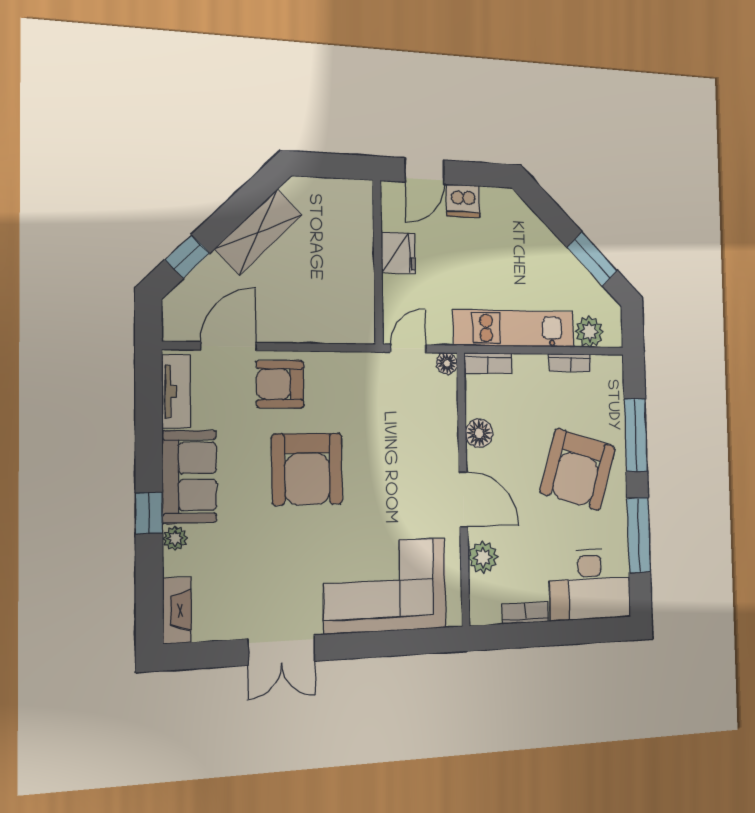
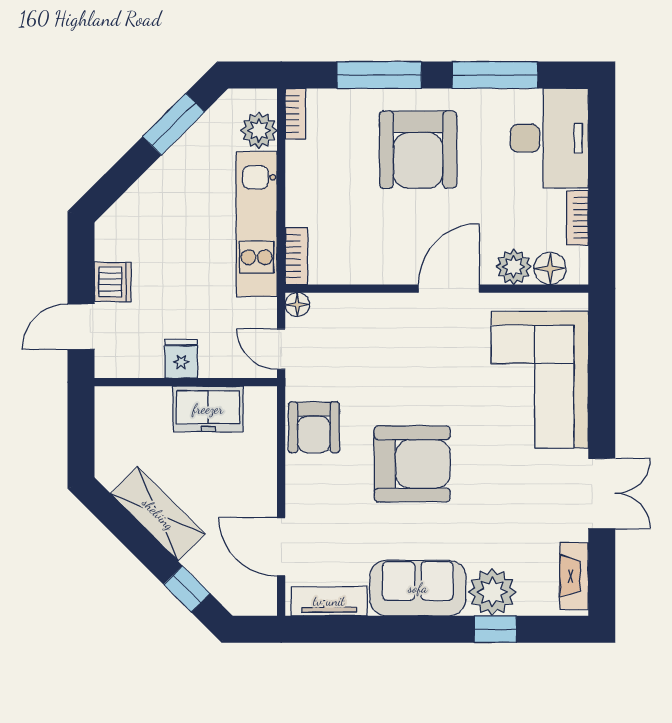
door: (424, 171) -> (81, 327), swing flipped
fridge: (398, 253) -> (181, 359), width x0.72
freezer: (354, 281) -> (208, 409), added
bookcase: (570, 363) -> (295, 114), moved
armchair: (280, 384) -> (314, 427), moved
floor lamp: (479, 433) -> (550, 268), moved
armchair: (578, 470) -> (418, 150), turned 73
window: (149, 513) -> (495, 629), moved
plant: (175, 538) -> (492, 592), width x1.87, depth x1.87
fireplace: (177, 610) -> (574, 576), moved, turned -90

